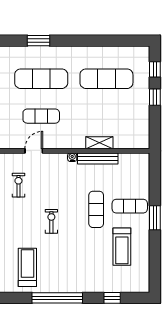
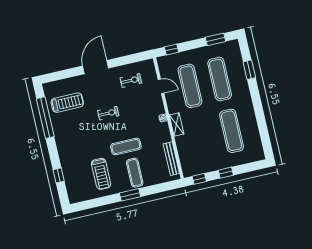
window: (155, 69) -> (199, 179), moved
exercise mat: (41, 116) -> (190, 86), width x1.36, depth x1.45
shelving: (99, 143) -> (177, 124), moved
bench: (98, 158) -> (171, 159), moved
treadmill: (122, 247) -> (101, 174), turned -90
window: (57, 298) -> (45, 118), moved

